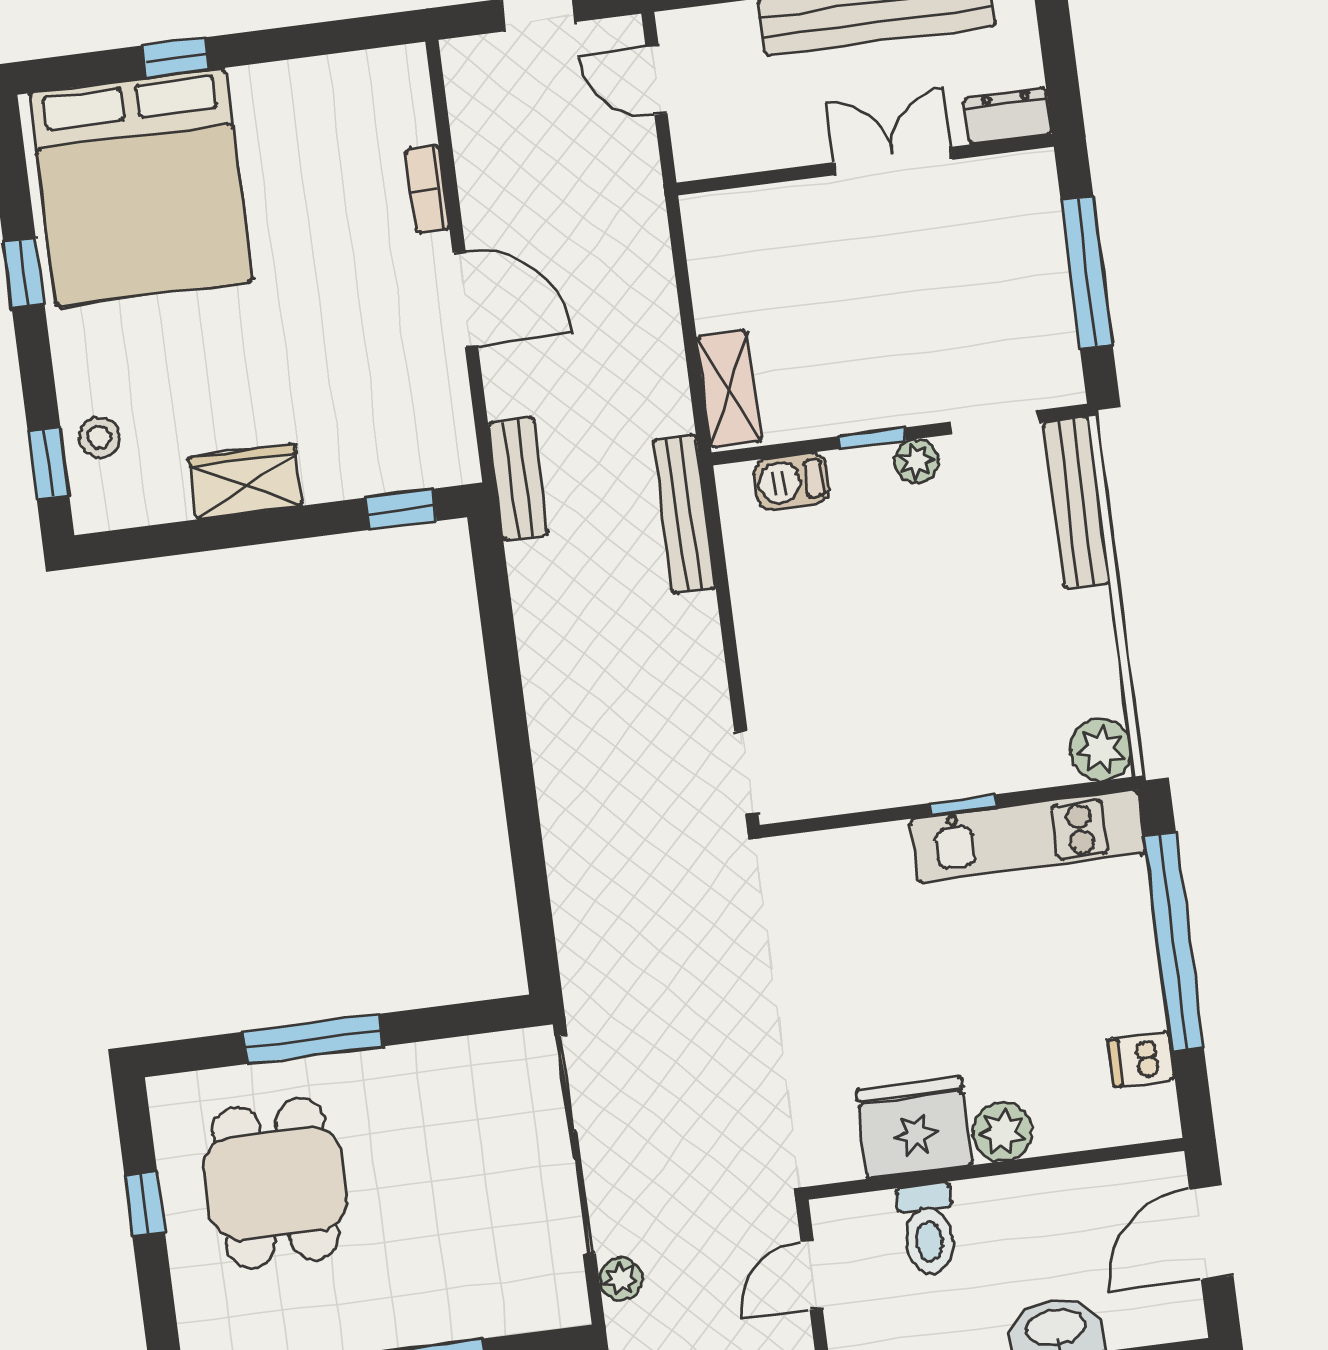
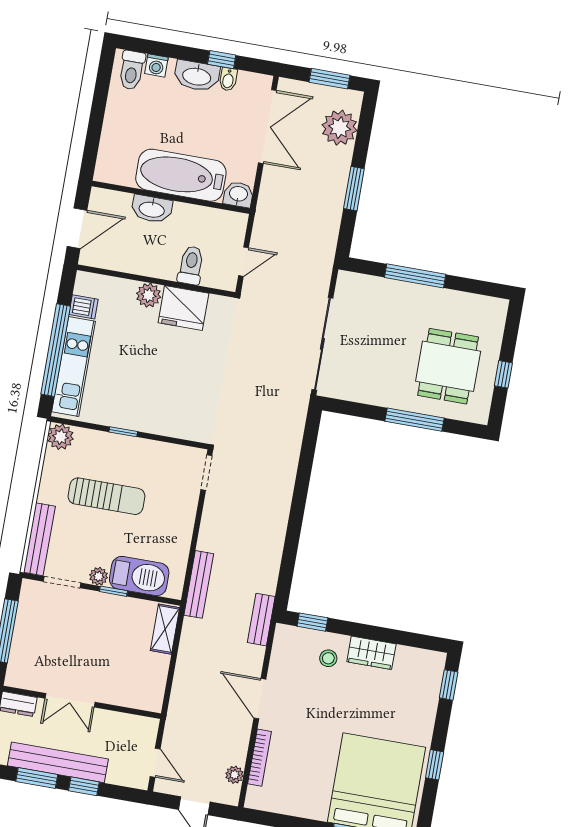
bookcase: (427, 189) -> (260, 758), width x1.56
stool: (99, 437) -> (328, 658), moved
barbecue: (791, 481) -> (139, 576), width x1.88, depth x1.53
sun lounger: (955, 648) -> (107, 496), added
kitchen unit: (1028, 836) -> (74, 367), moved, turned 90
plant: (621, 1279) -> (234, 775), moved

